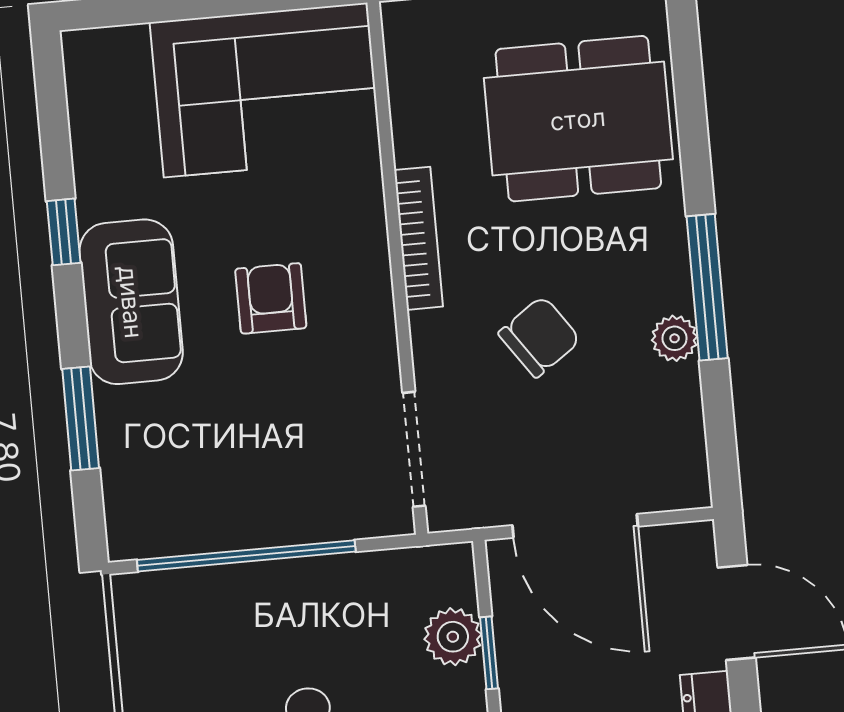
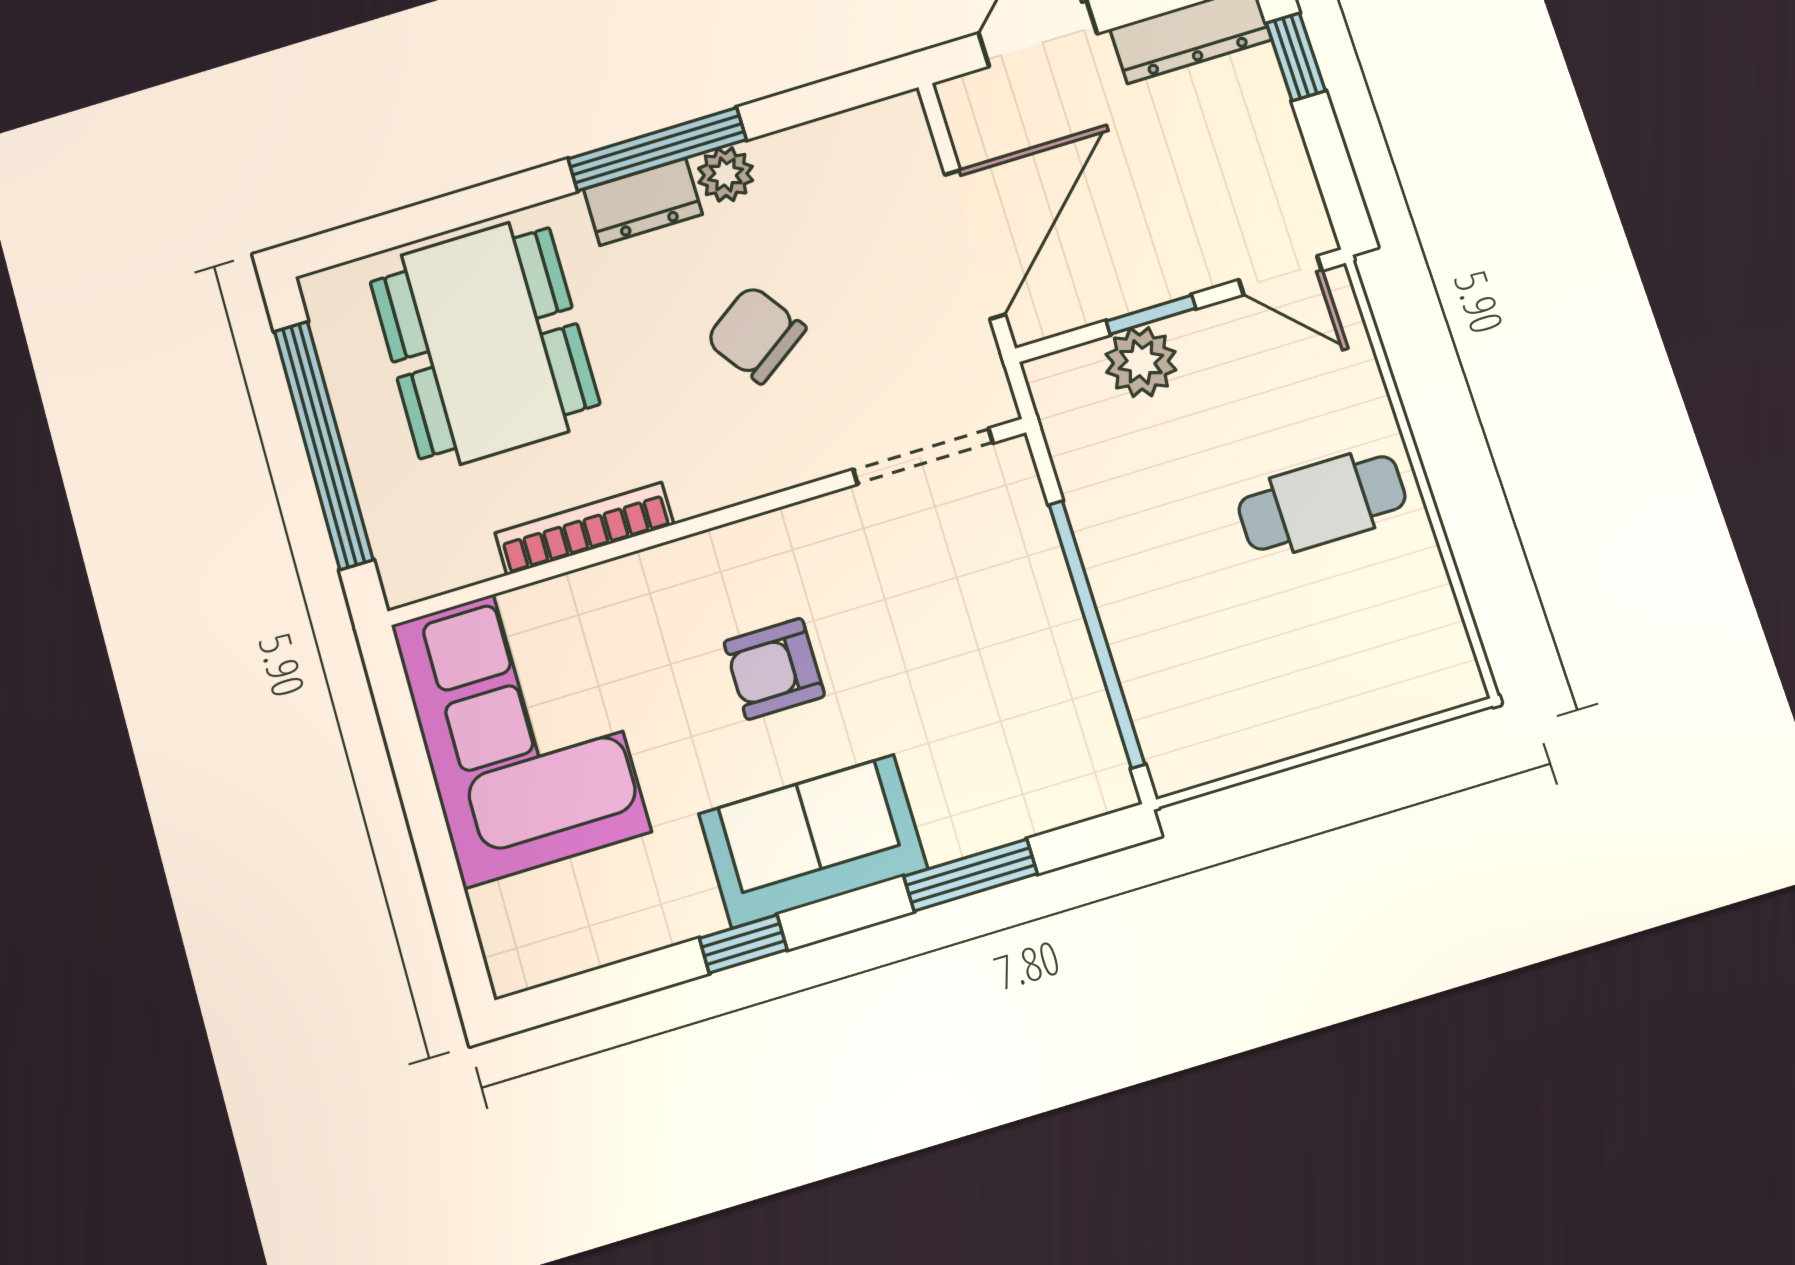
bookcase: (418, 238) -> (584, 529), moved
dresser: (666, 267) -> (643, 202), added

